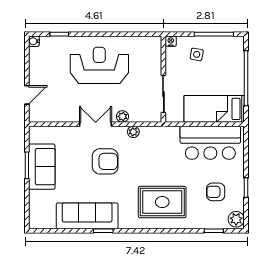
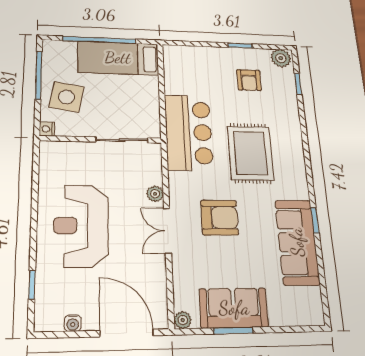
water cooler: (34, 41) -> (73, 323), moved
side table: (197, 54) -> (66, 97), width x1.87, depth x1.87
door: (27, 95) -> (127, 333), width x1.87
bed: (214, 109) -> (118, 58), moved, turned 90
plant: (133, 132) -> (183, 320), moved
bar counter: (210, 143) -> (189, 132), moved
armchair: (105, 161) -> (220, 218), turned 90
rug: (162, 202) -> (250, 153), moved

